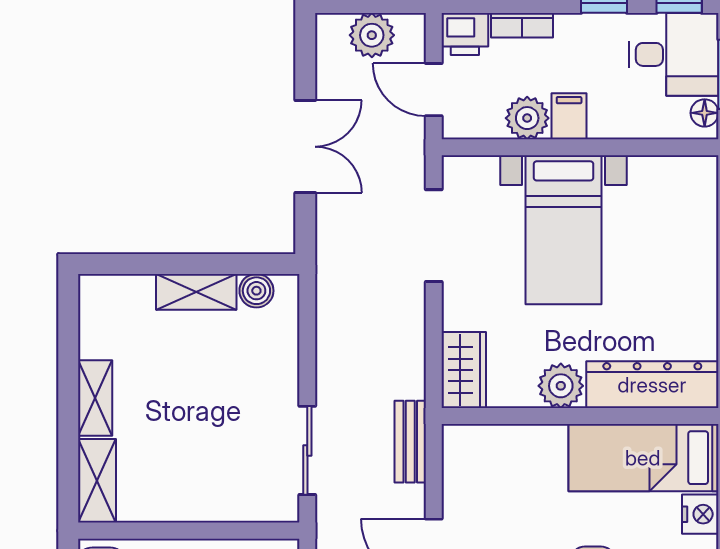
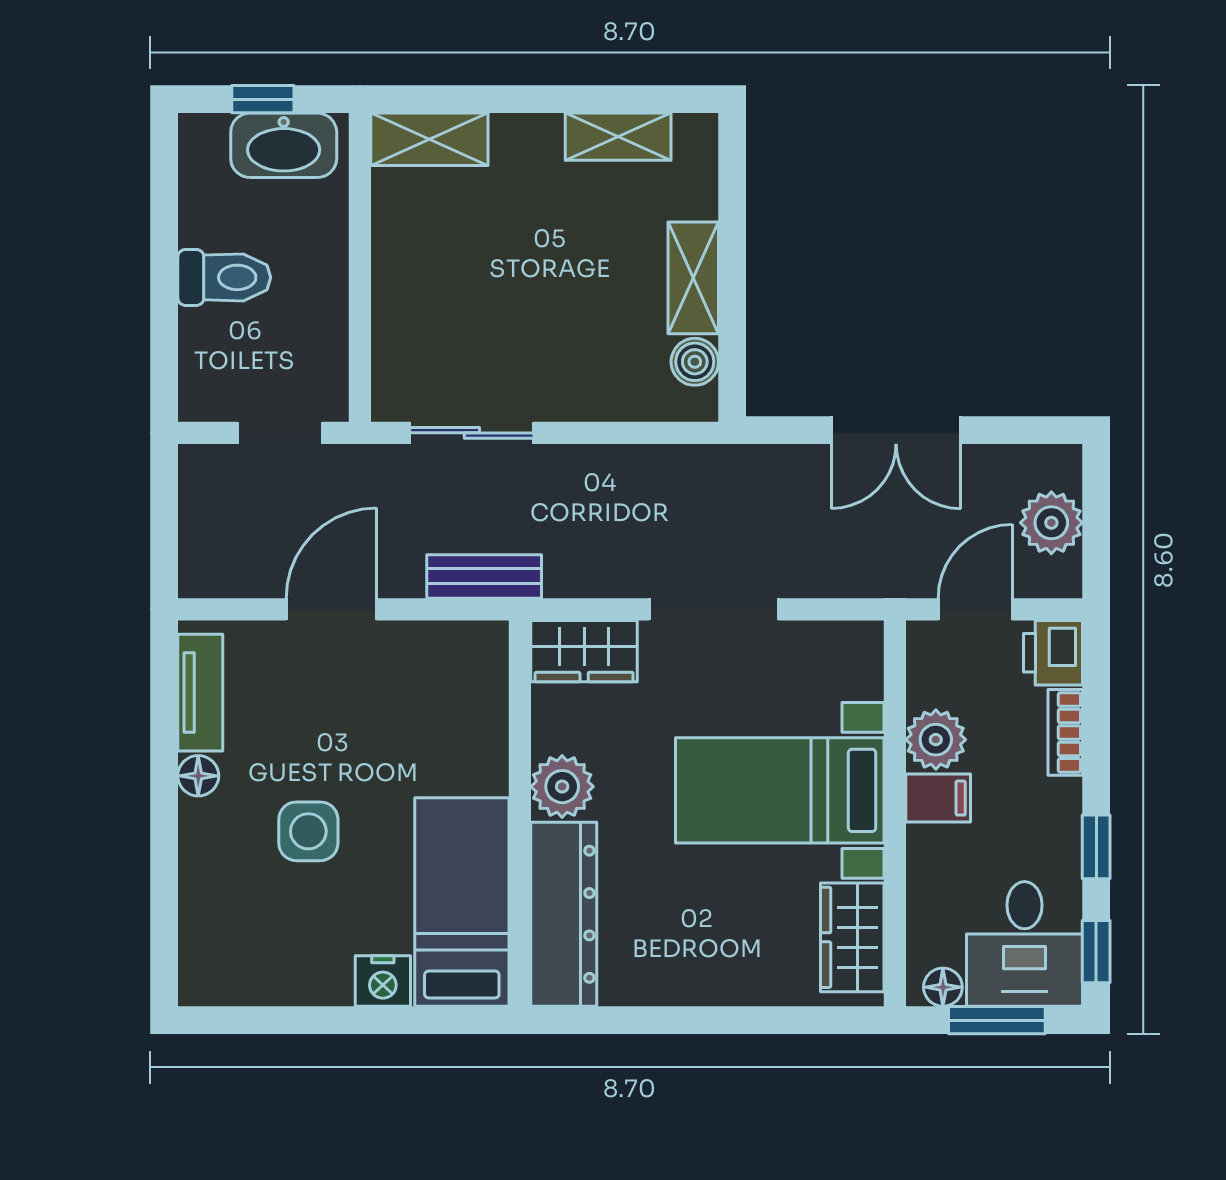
wardrobe: (669, 178) -> (852, 937), added
doorway: (434, 236) -> (714, 609), moved
shelving: (95, 398) -> (618, 137), moved

